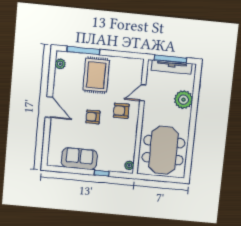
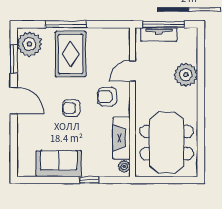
window: (83, 50) -> (66, 24), moved
plant: (60, 64) -> (29, 44), width x1.88, depth x1.88
tv unit: (172, 67) -> (159, 34), width x0.71
window: (52, 75) -> (14, 59), added
fireplace: (129, 144) -> (121, 138), added

